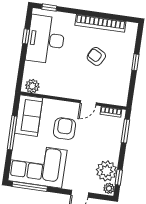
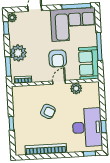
armchair: (96, 56) -> (48, 111), moved
plant: (32, 86) -> (76, 88), moved
door: (88, 103) -> (59, 82), moved
plant: (107, 171) -> (18, 53), moved

